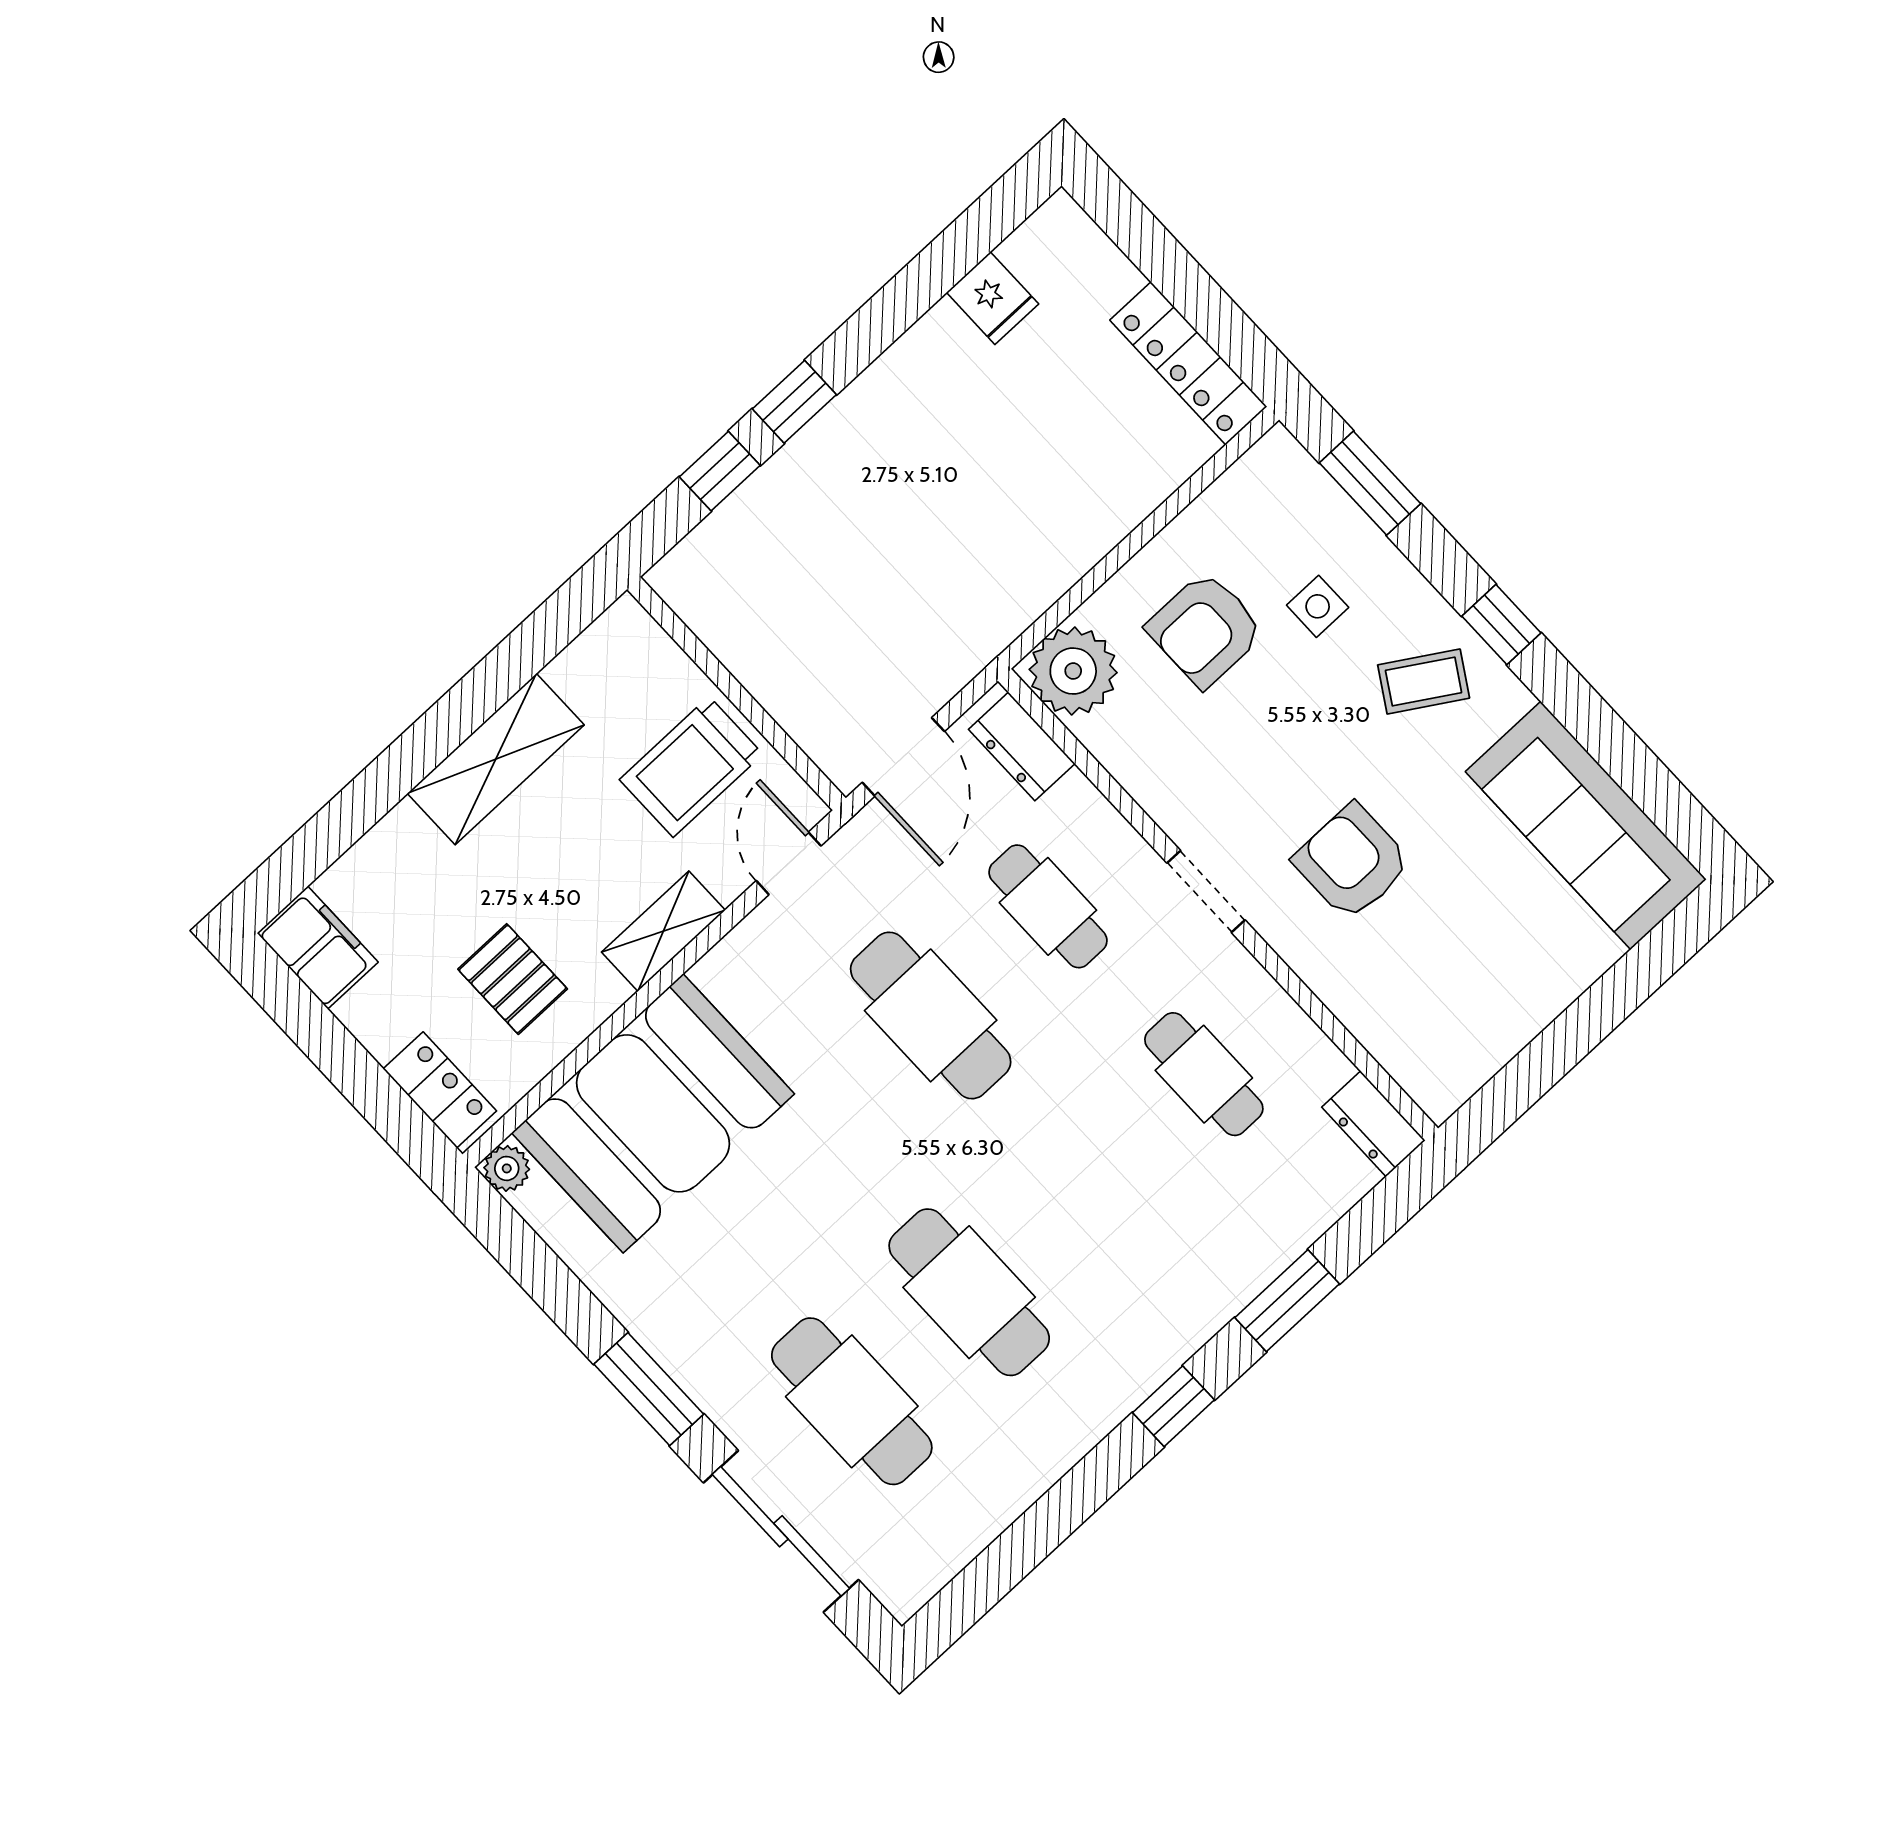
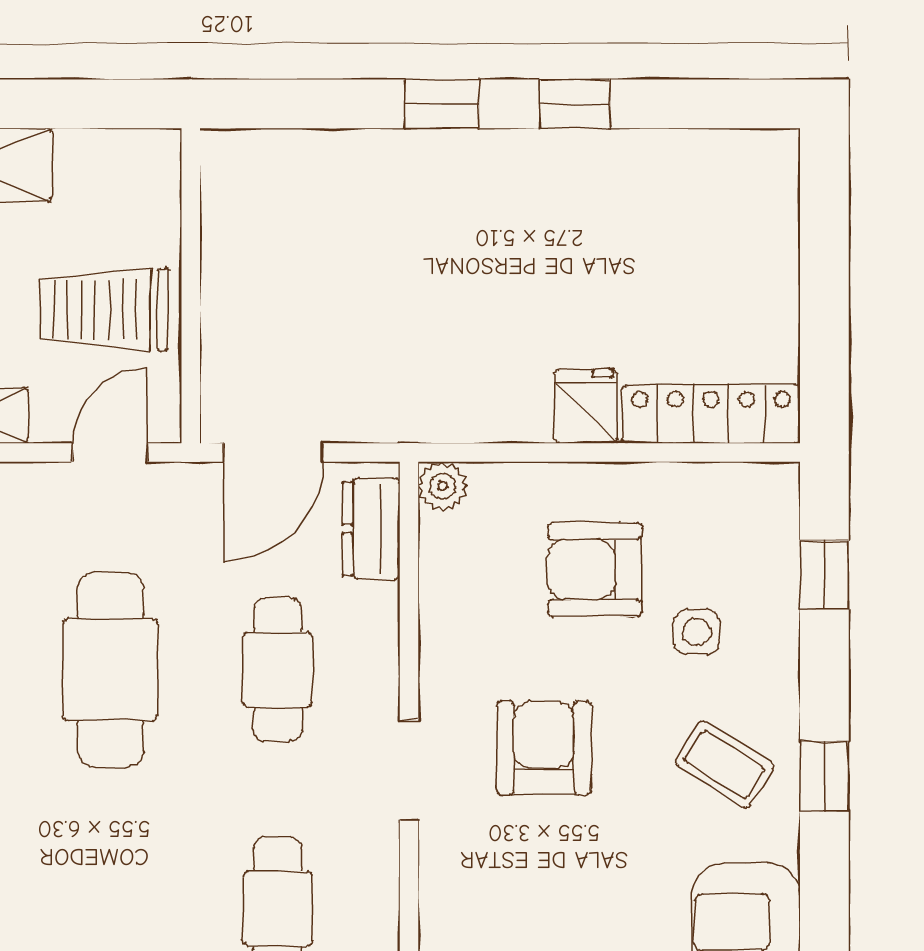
fridge: (993, 298) -> (586, 406), moved, turned 180
locker: (1188, 363) -> (711, 414), moved, turned 90
window: (720, 471) -> (575, 104), moved
window: (1370, 483) -> (824, 575), width x0.67
plant: (1073, 671) -> (443, 486), width x0.53, depth x0.53
armchair: (1352, 862) -> (544, 748), moved

